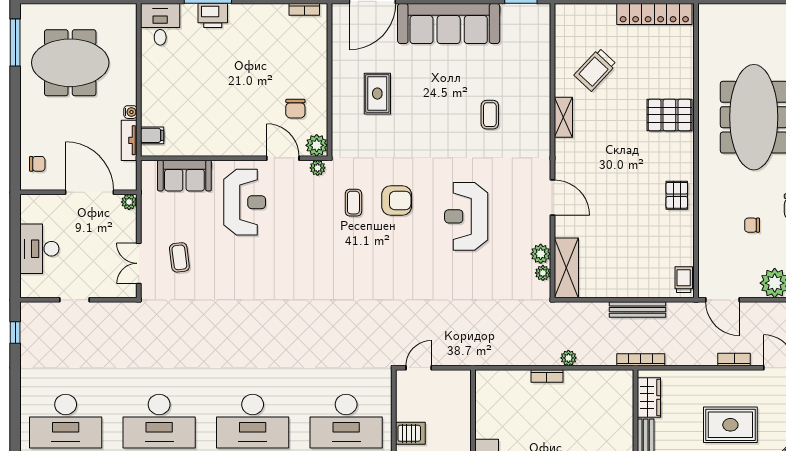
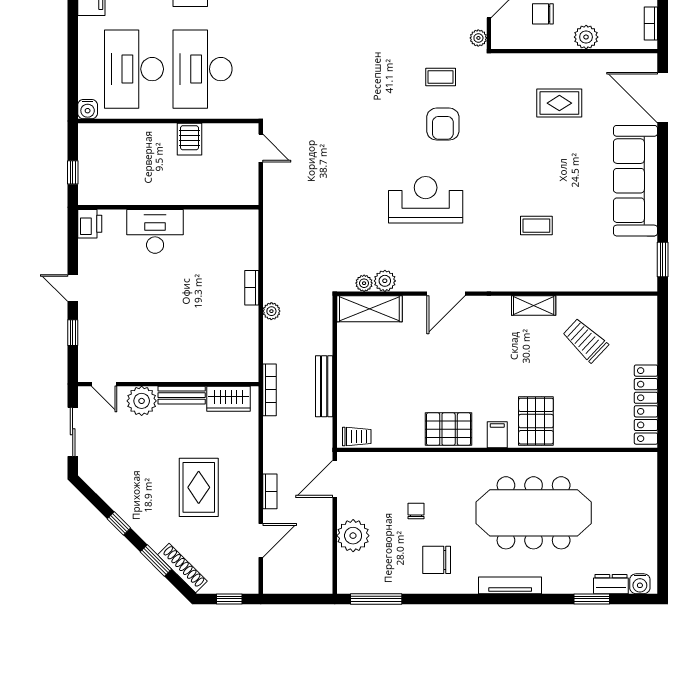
plant: (317, 145) -> (586, 37), moved
filing cabinet: (682, 151) -> (497, 435), added
pallet: (677, 195) -> (449, 429), width x1.50, depth x1.42

